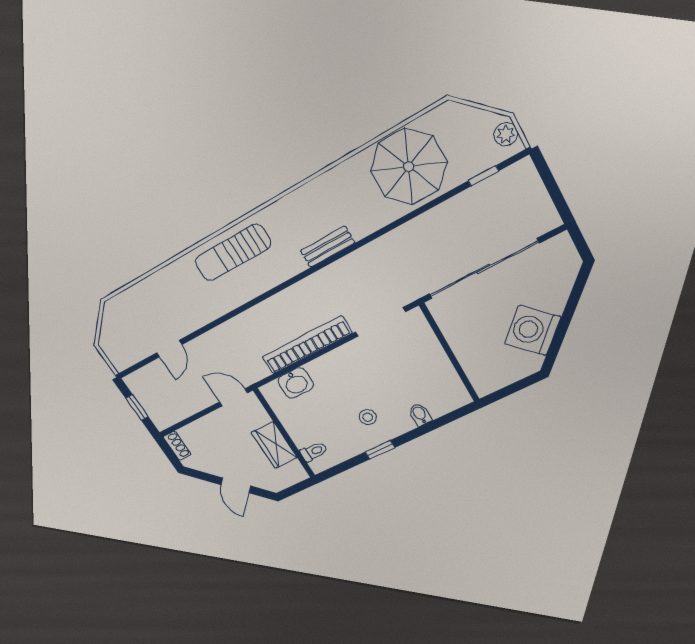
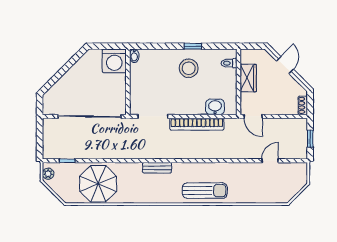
washing machine: (533, 330) -> (114, 61), moved, turned 45
bidet: (420, 414) -> (134, 56), moved
stool: (368, 417) -> (189, 68), width x1.89, depth x1.89

